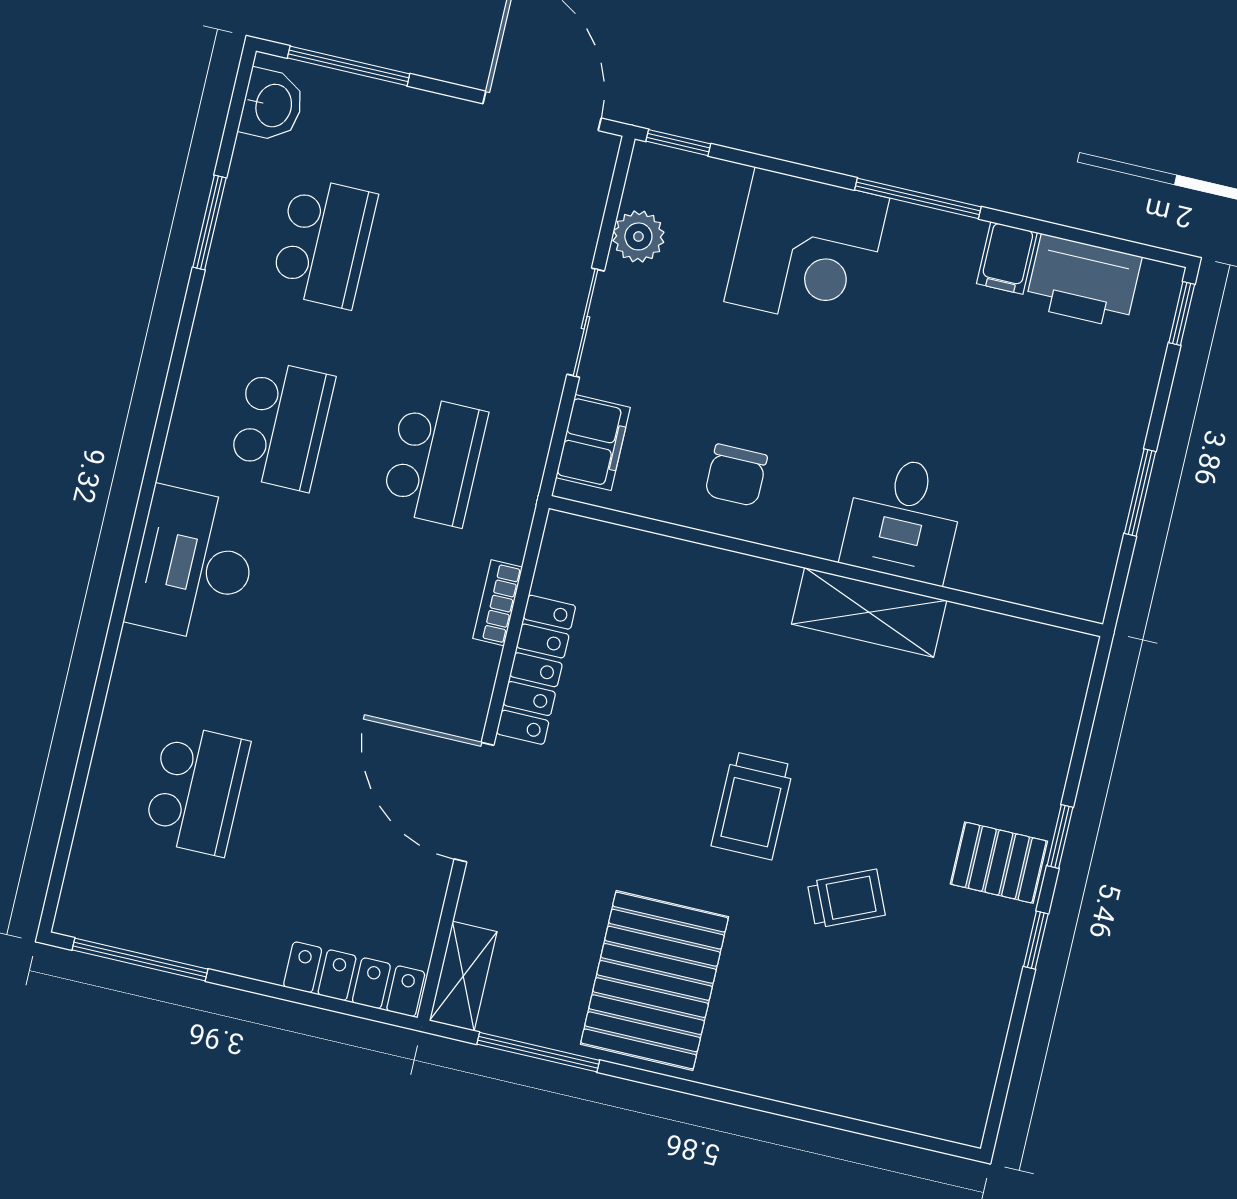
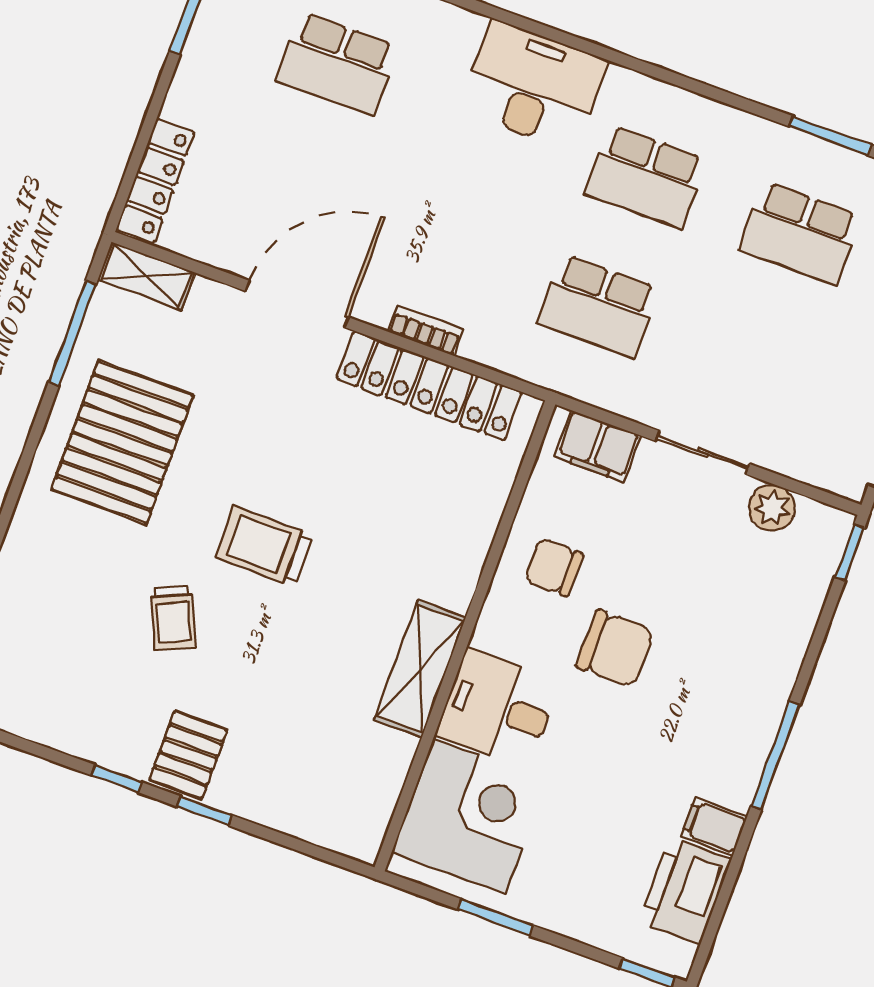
corner desk: (807, 250) -> (469, 816), moved, turned 180
chair: (819, 394) -> (615, 649), added
bookcase: (498, 603) -> (426, 330), moved
locker: (536, 670) -> (429, 386), width x1.41, depth x1.21
pallet: (655, 980) -> (122, 442), turned 90

